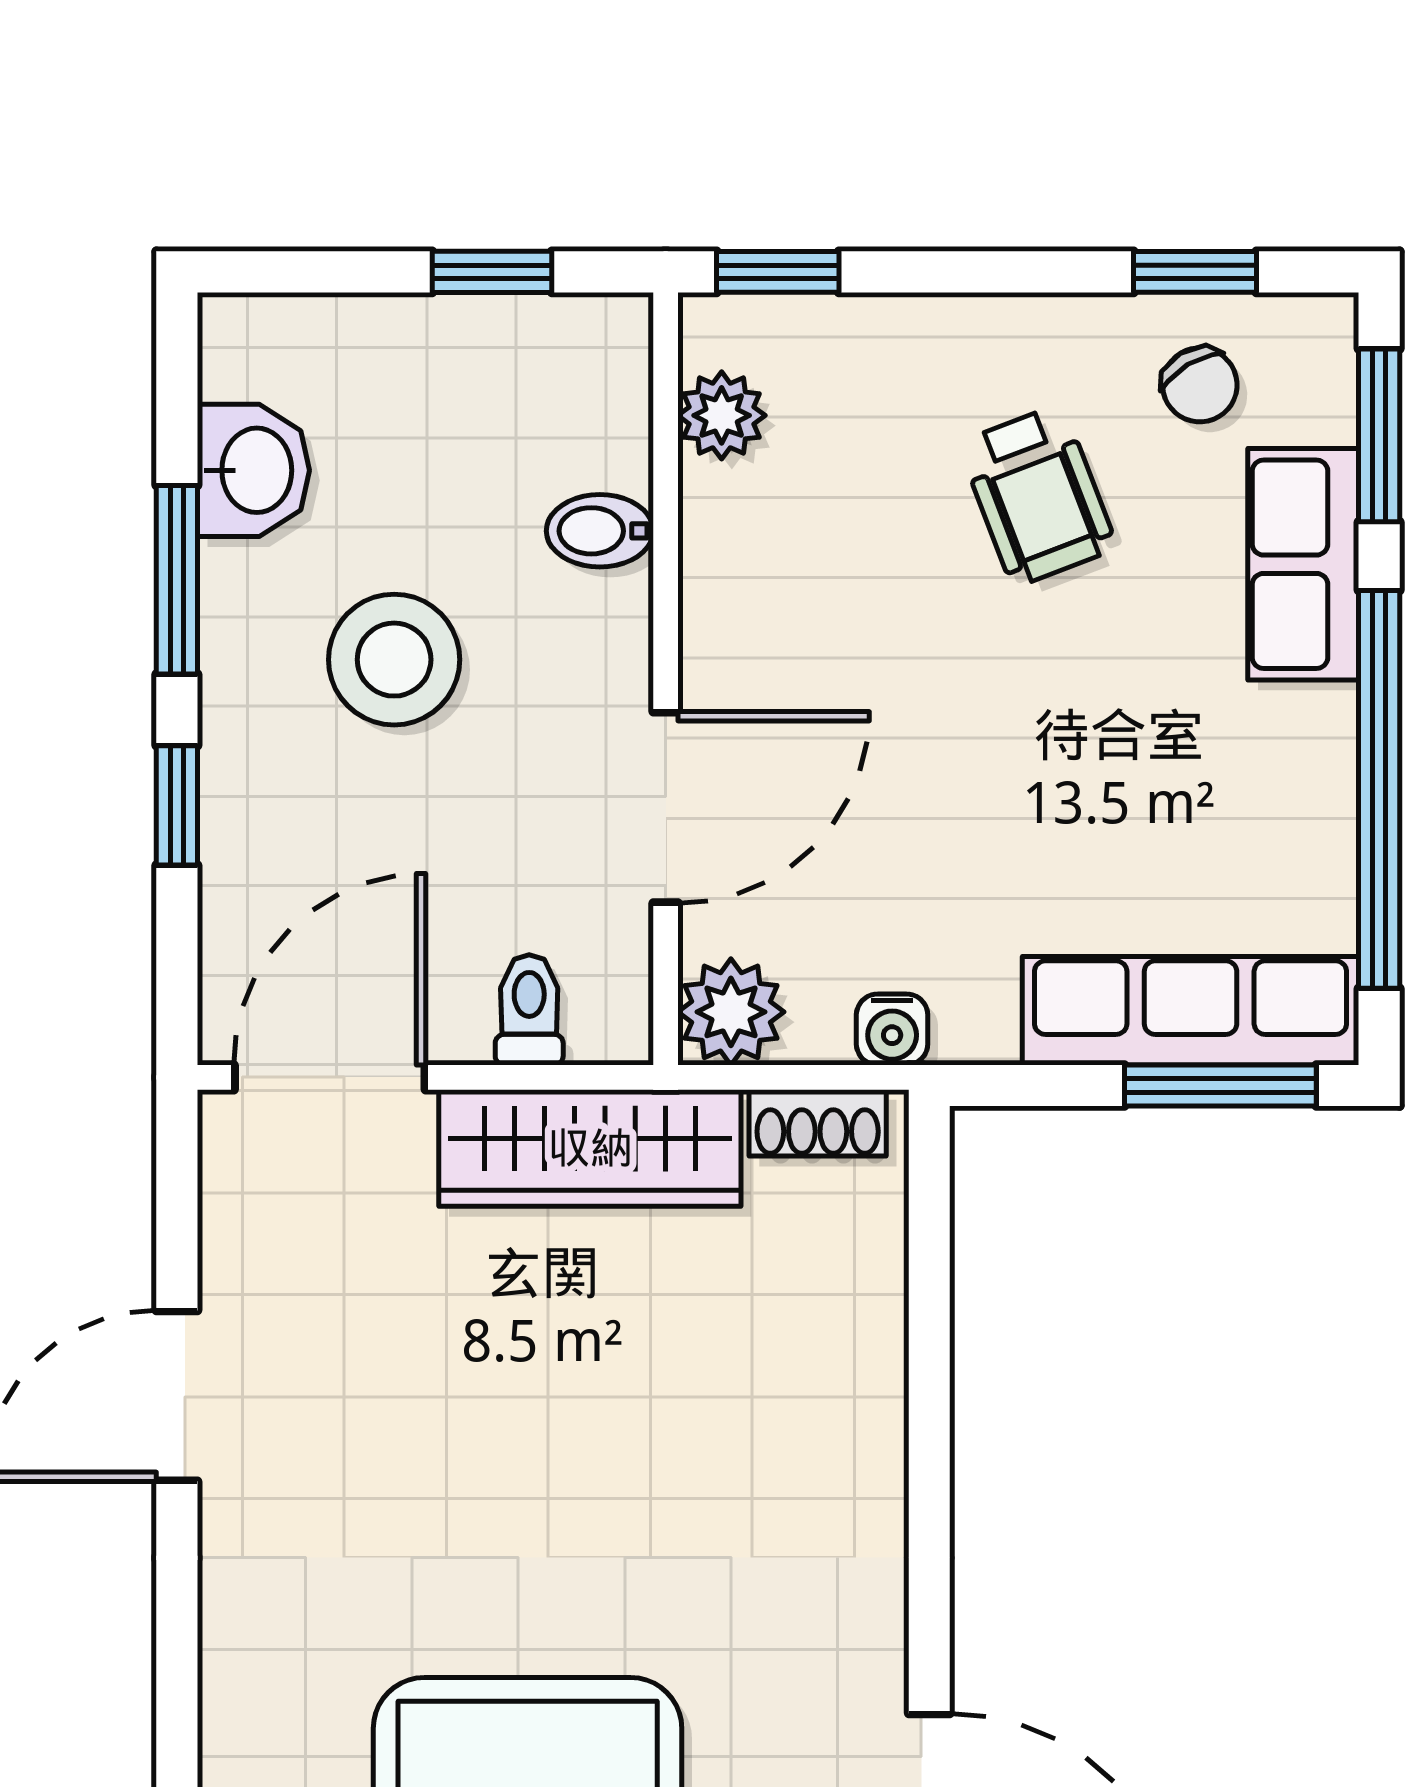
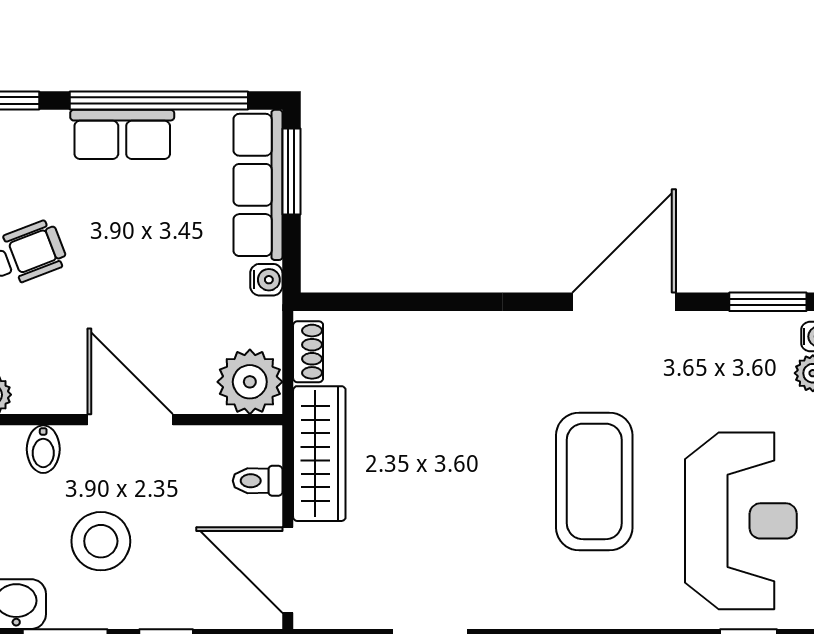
row of seats: (1303, 564) -> (122, 134), moved
door: (666, 807) -> (130, 420), moved
plant: (731, 1012) -> (250, 382), width x1.36, depth x1.36
water cooler: (892, 1029) -> (266, 280), moved

